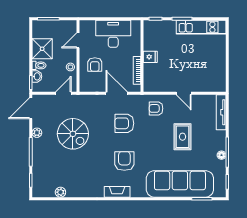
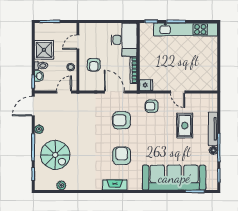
kitchen unit: (201, 27) -> (186, 29), width x1.36
desk: (113, 34) -> (124, 40), moved, turned 90
fridge: (150, 57) -> (146, 85), moved
tv unit: (221, 112) -> (213, 129), moved
spiral stairs: (73, 134) -> (55, 155), moved
rug: (183, 137) -> (185, 125), moved

